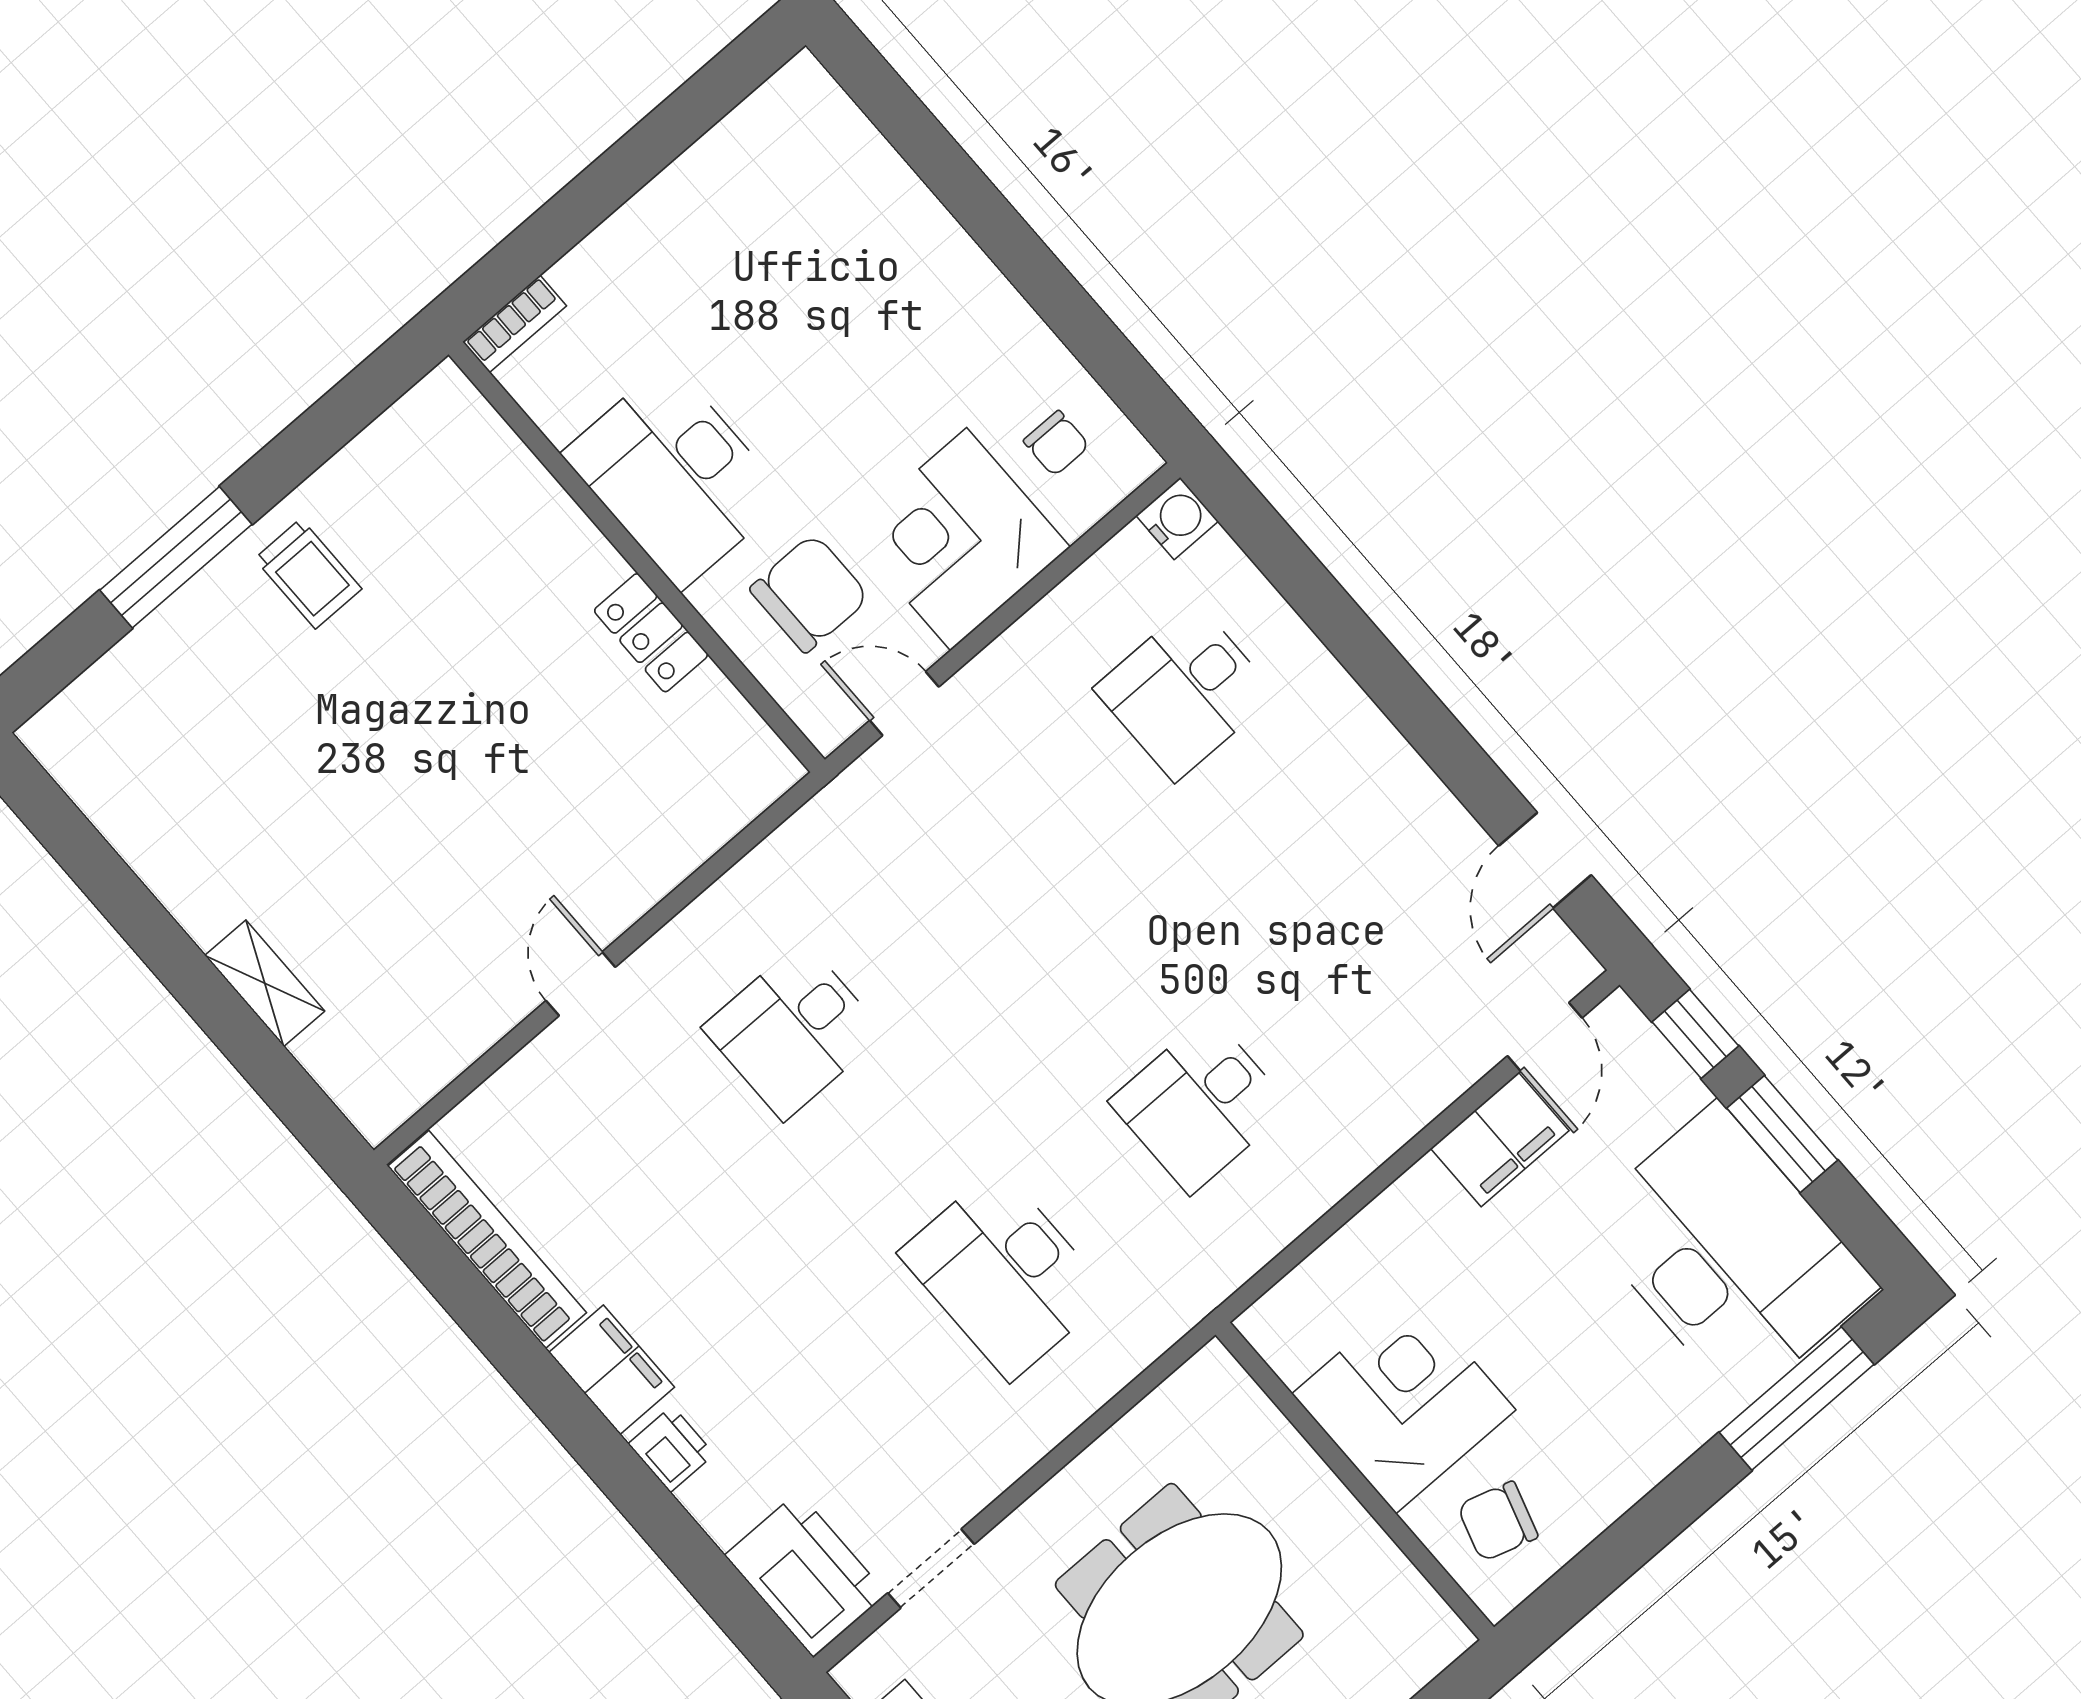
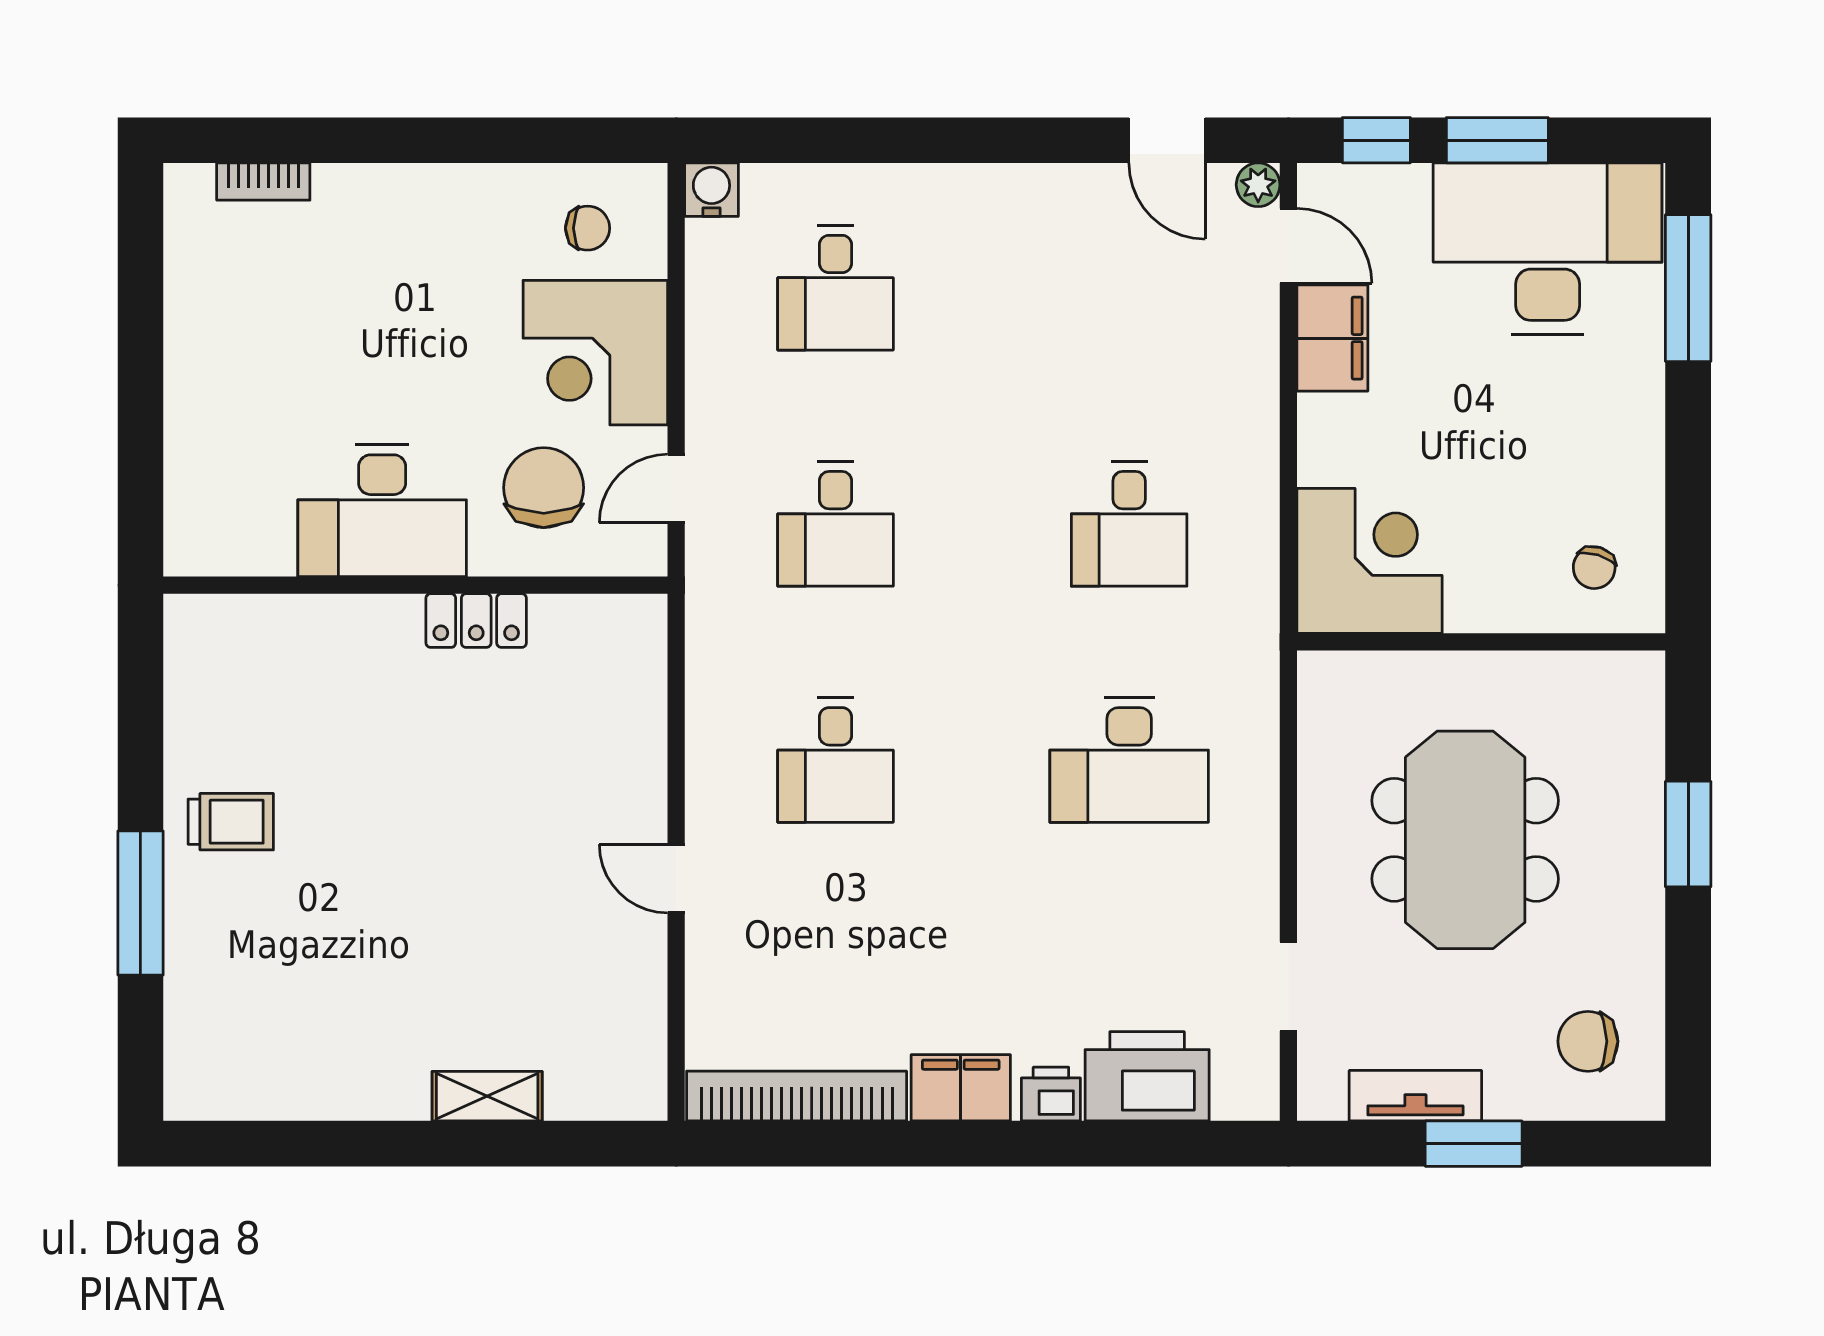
bookcase: (515, 324) -> (263, 182), moved, turned 90
desk: (989, 861) -> (836, 524), added
plant: (1574, 968) -> (1258, 185), added
corner desk: (1404, 1402) -> (1370, 561), moved, turned 90
chair: (1498, 1521) -> (1594, 568), width x0.73, depth x0.73
printer: (806, 1575) -> (1147, 1076), moved

